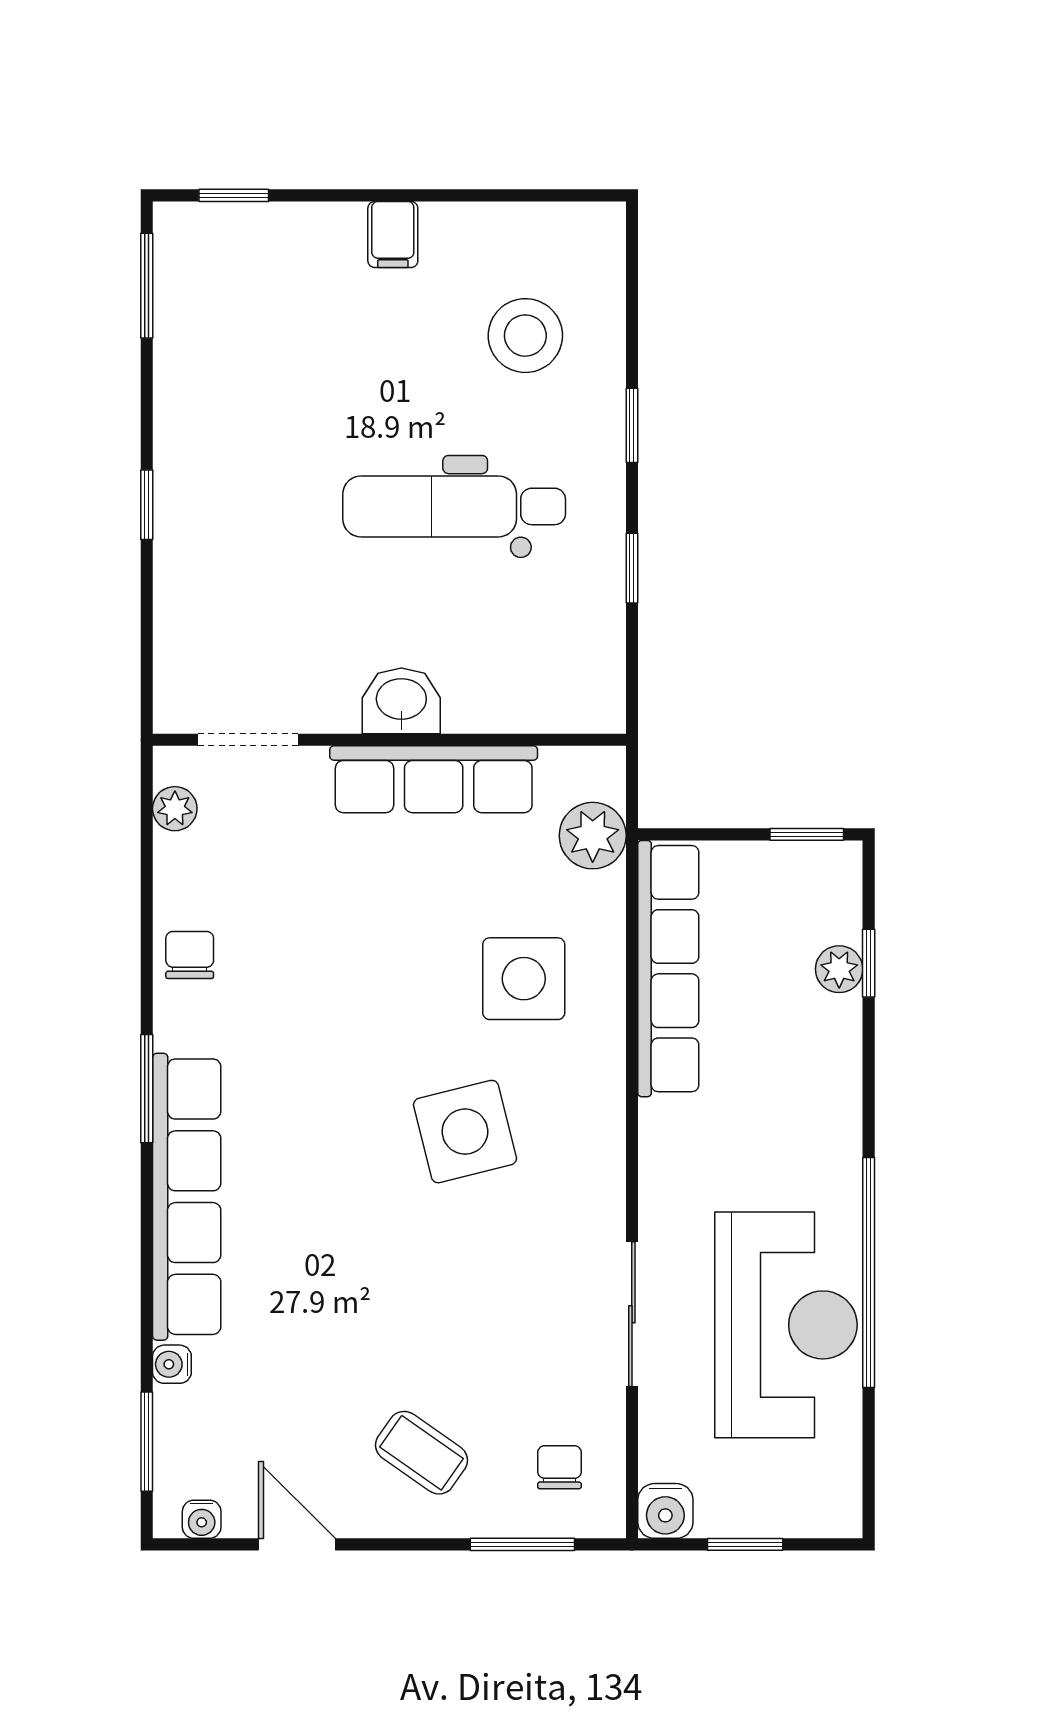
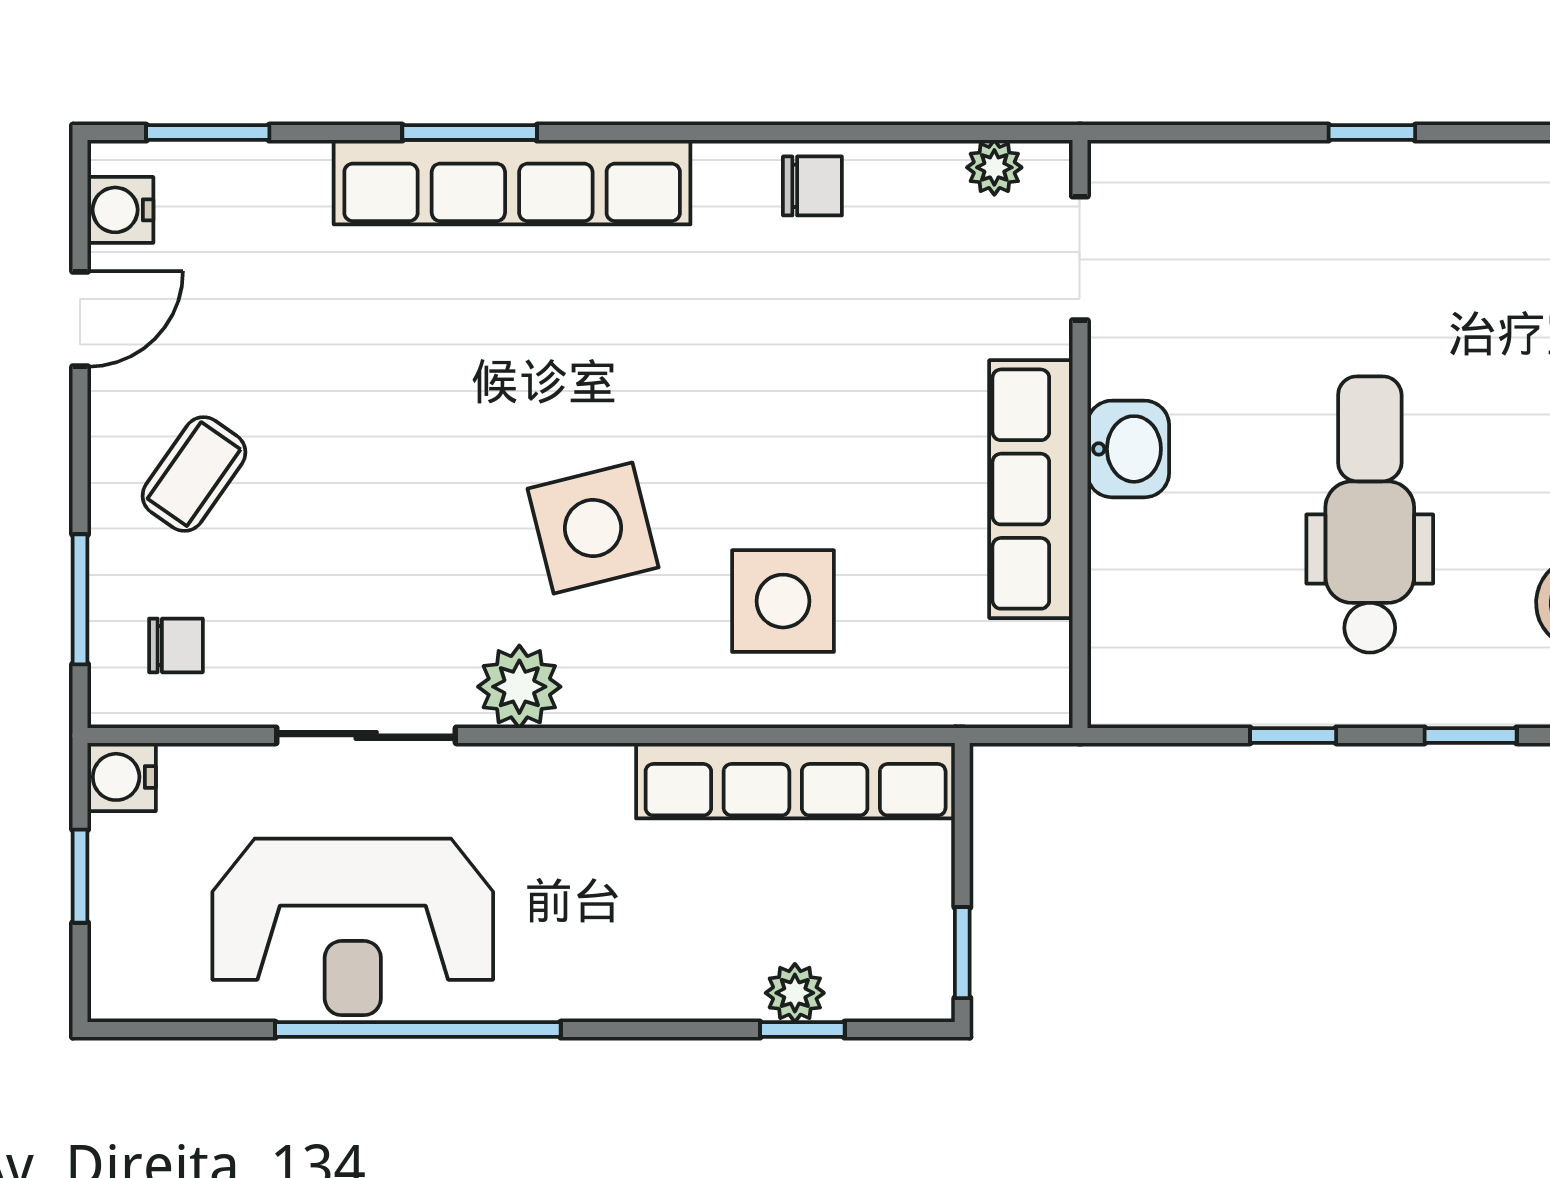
plant: (593, 836) -> (519, 687), moved
window: (147, 1089) -> (470, 133), moved
water cooler: (172, 1364) -> (304, 164), removed
water cooler: (202, 1519) -> (120, 210), width x1.38, depth x1.38

